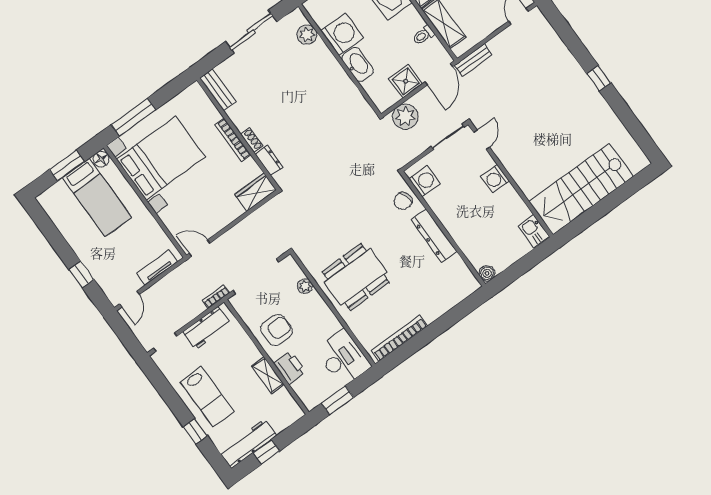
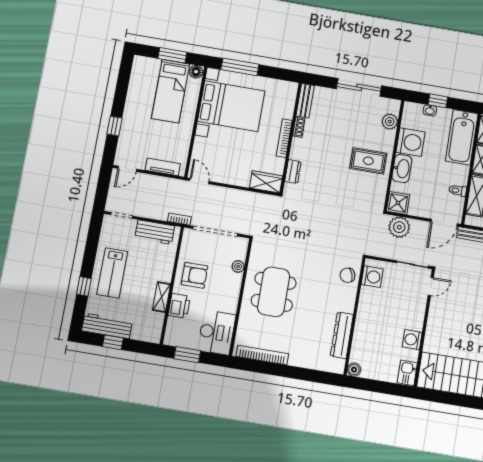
shower: (406, 81) -> (398, 203), moved
rug: (323, 87) -> (368, 161), added
shoe rack: (252, 140) -> (299, 127), moved
washing machine: (495, 179) -> (412, 340), moved
dresser: (434, 236) -> (342, 335), moved
dining table: (356, 277) -> (274, 292), turned 90

